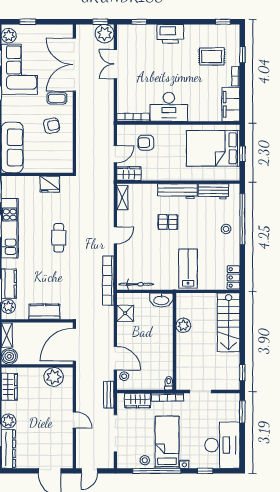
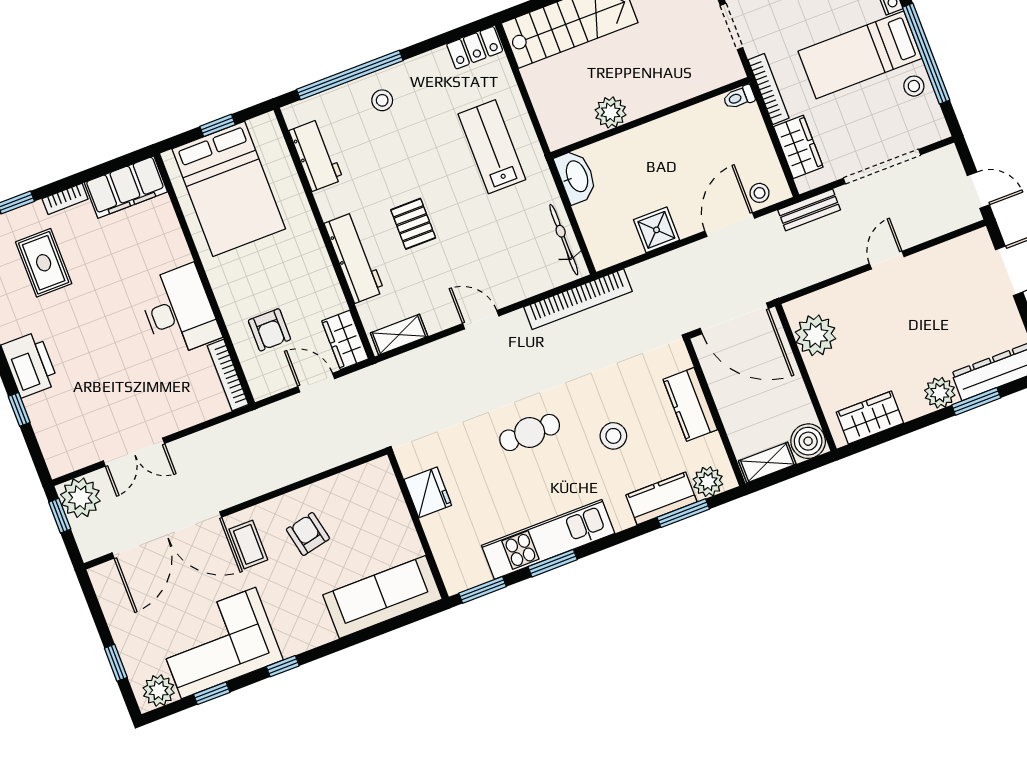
window: (139, 22) -> (19, 409), moved
workbench: (177, 191) -> (354, 258), moved
lab bench: (188, 269) -> (492, 147), turned 90
stool: (44, 273) -> (613, 436), added
shower: (125, 313) -> (656, 230), moved

